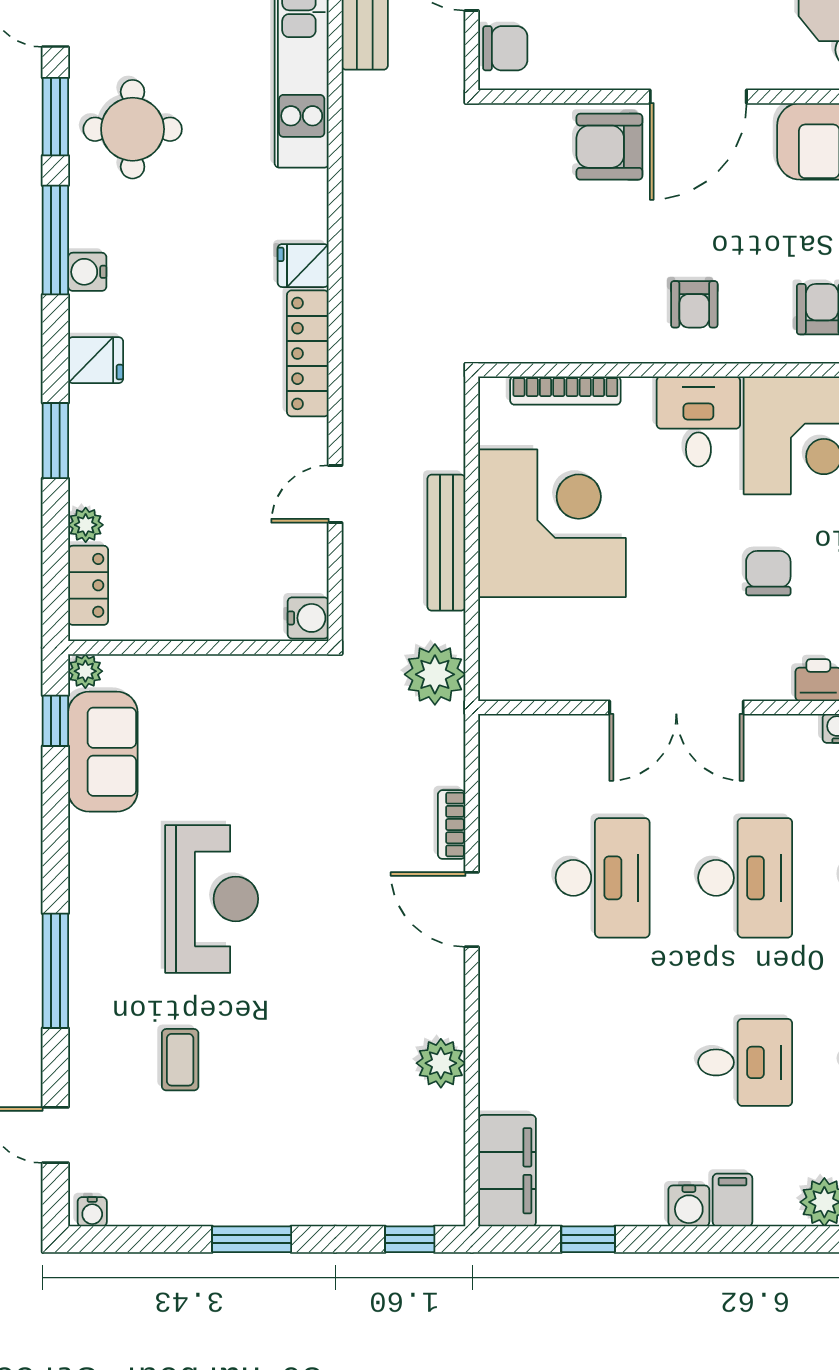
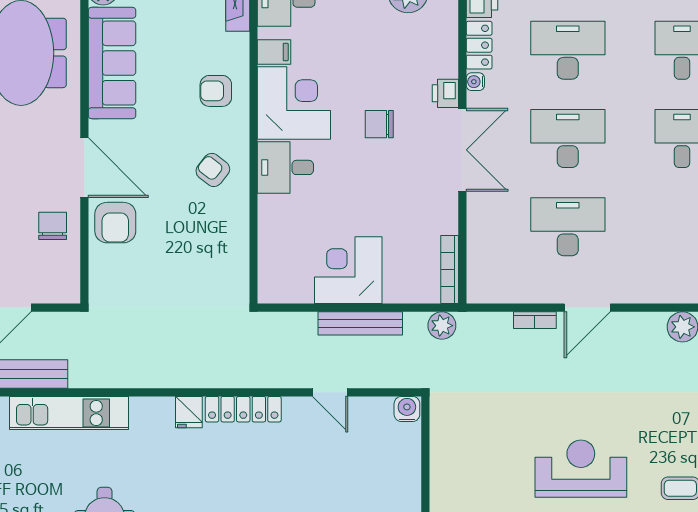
chair: (505, 48) -> (53, 226), moved
armchair: (694, 304) -> (213, 170), turned -142
bookcase: (565, 391) -> (450, 270), moved, turned 180
corner desk: (552, 523) -> (348, 270), width x0.74, depth x0.74
plant: (435, 674) -> (442, 326), width x0.73, depth x0.73
double door: (676, 707) -> (462, 150), moved

